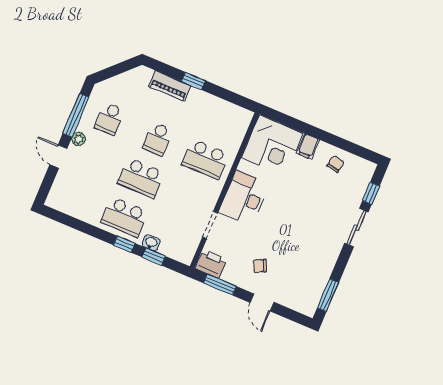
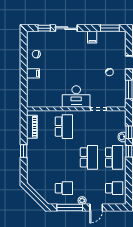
piano: (170, 86) -> (32, 127), moved
school desk: (157, 139) -> (114, 188), moved
corner desk: (272, 146) -> (41, 93), removed
filing cabinet: (325, 262) -> (92, 37), added
printer: (211, 264) -> (120, 99), removed

